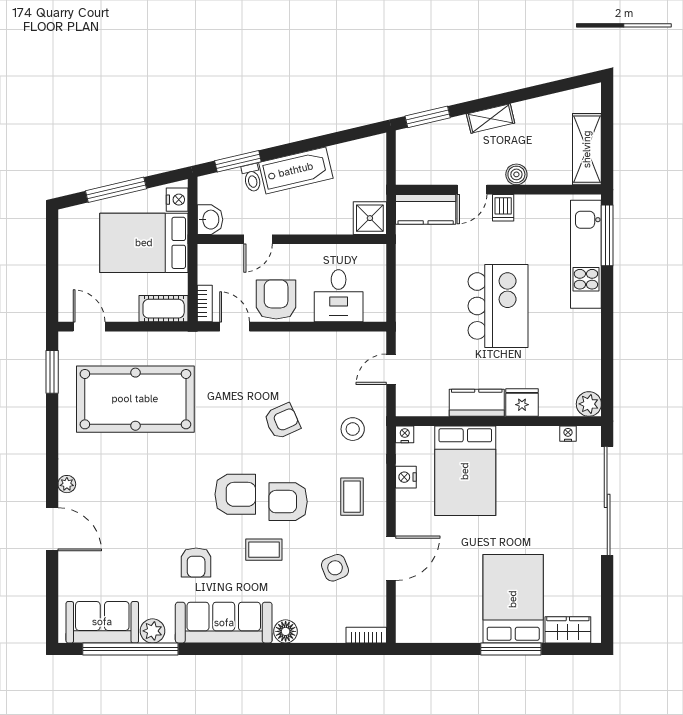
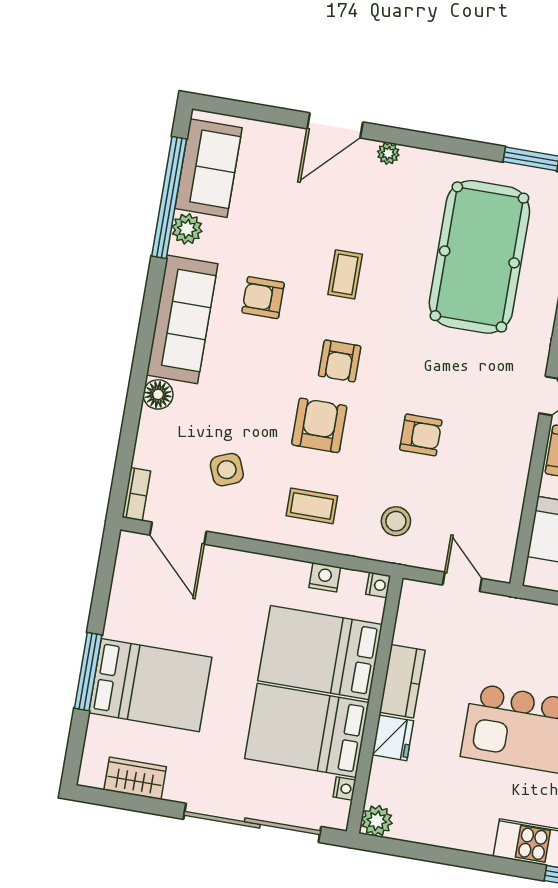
armchair: (282, 421) -> (421, 435), turned -66
bed: (528, 471) -> (307, 730), added
armchair: (235, 494) -> (340, 361), width x0.72, depth x0.72
coffee table: (264, 550) -> (345, 274), moved
door: (391, 558) -> (178, 533), moved
wardrobe: (568, 630) -> (135, 778), moved, turned -90

